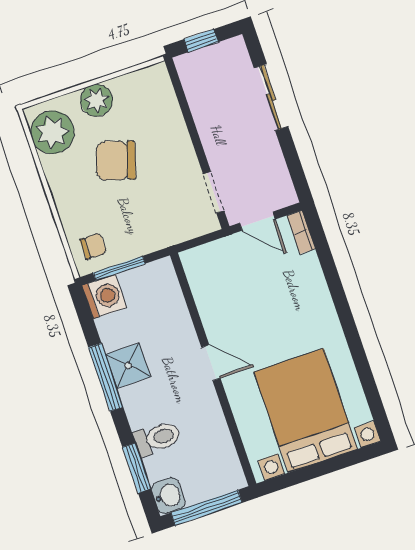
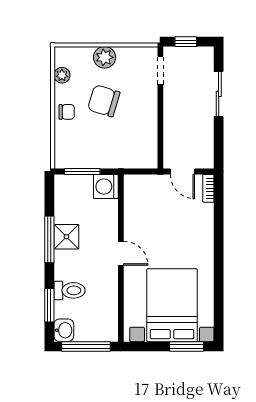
plant: (52, 132) -> (62, 75), width x0.53, depth x0.53
doorway: (214, 192) -> (160, 71), moved
chair: (93, 246) -> (67, 112), moved
washing machine: (104, 296) -> (106, 187), moved, turned 180
window: (345, 461) -> (186, 346), added

